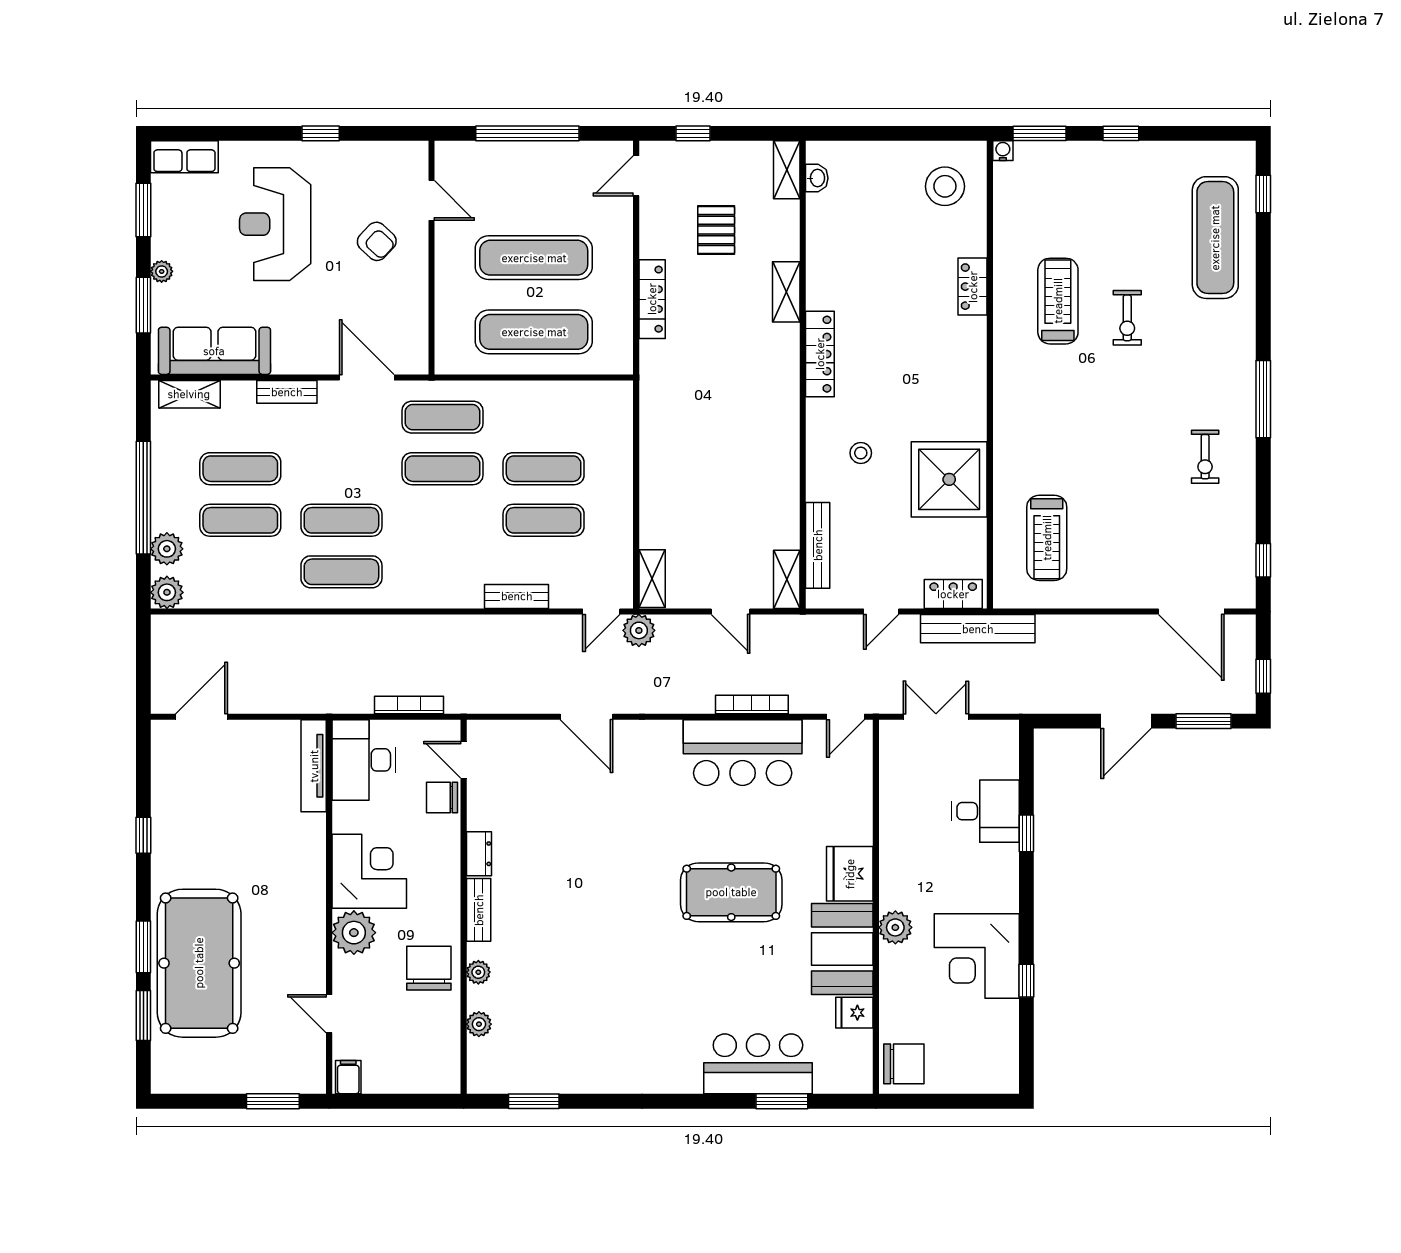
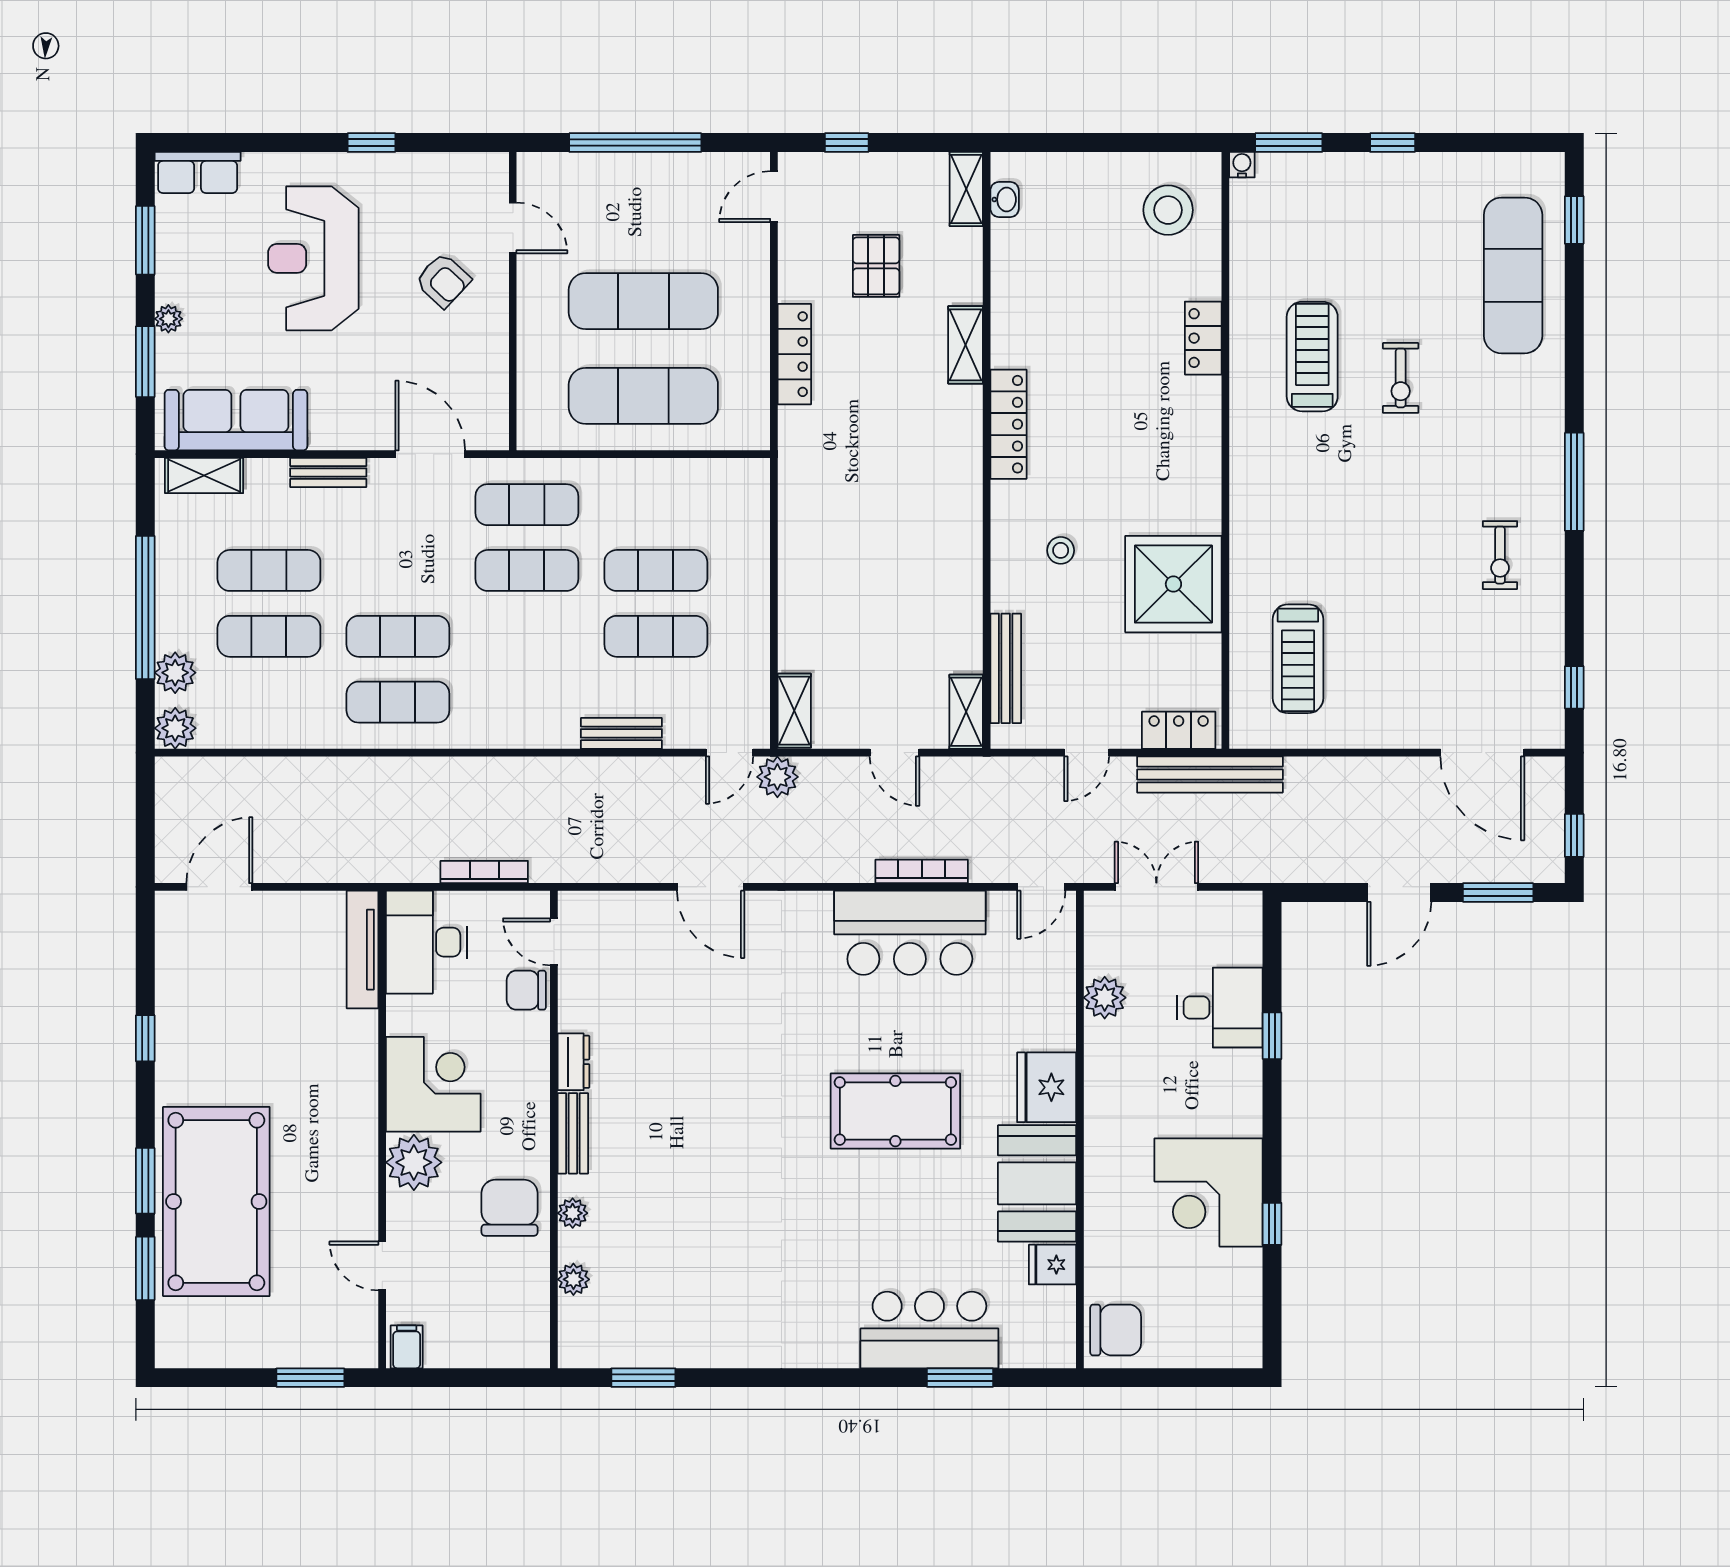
plant: (895, 927) -> (1105, 998), moved

